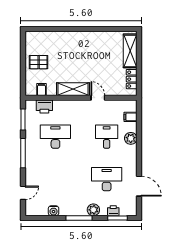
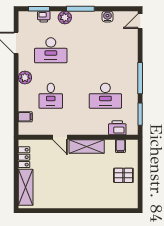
plant: (131, 138) -> (25, 78), moved
door: (23, 193) -> (140, 21), moved

